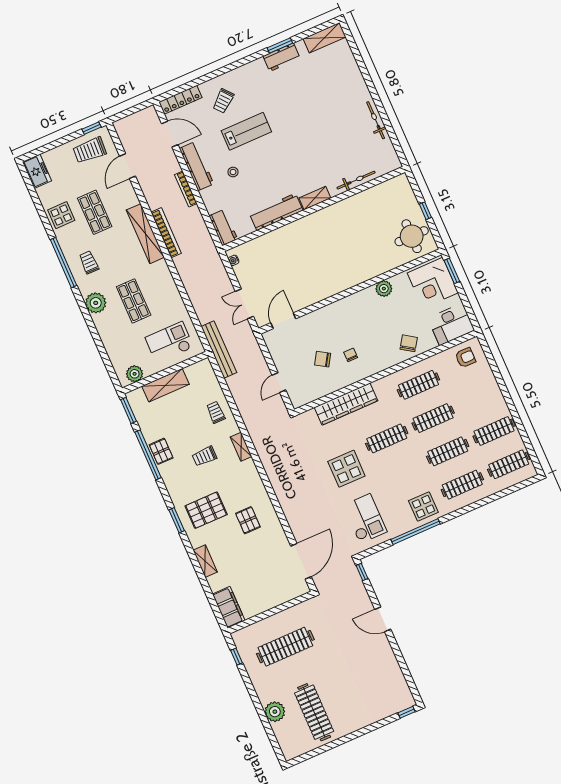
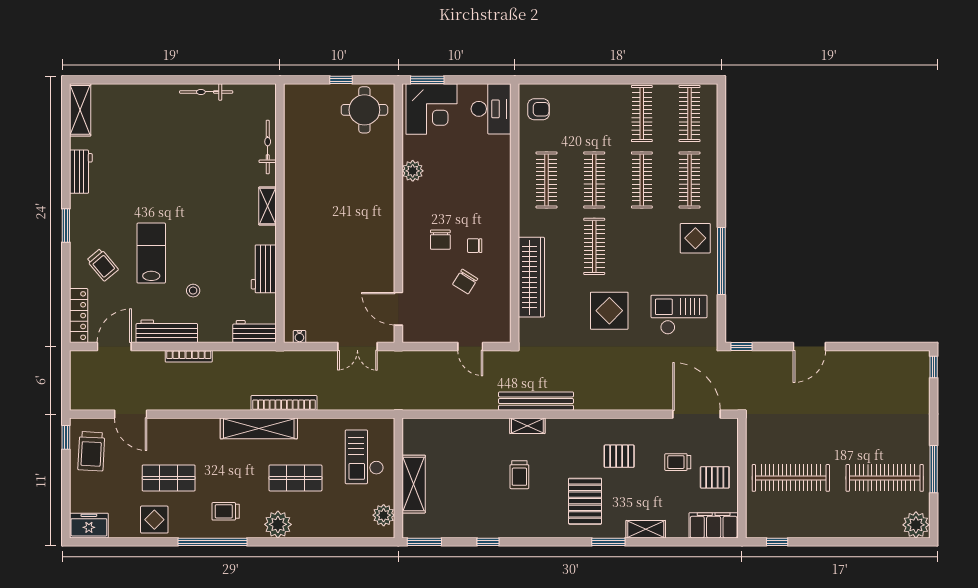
window: (280, 45) -> (66, 225), moved
workbench: (276, 212) -> (264, 269), width x0.73
bookcase: (166, 233) -> (284, 403), moved
shelving: (145, 234) -> (259, 428), moved
chair: (409, 343) -> (440, 240), moved, turned -124
bench: (219, 350) -> (536, 401), moved
armchair: (465, 358) -> (539, 109), turned 90
trolley: (216, 412) -> (678, 462), moved
pallet: (161, 451) -> (715, 477), moved
window: (148, 455) -> (488, 542), width x0.32
window: (177, 520) -> (608, 542), moved
clothes rail: (285, 647) -> (791, 478), turned 90
plant: (275, 712) -> (916, 525), moved
window: (335, 744) -> (934, 469), added

